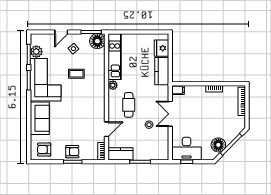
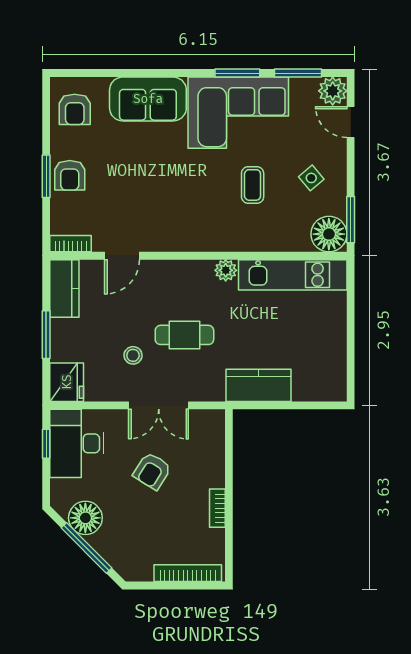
door: (61, 32) -> (351, 122), moved
fridge: (162, 48) -> (67, 382), moved, turned 90
plant: (36, 52) -> (333, 91), moved
filing cabinet: (178, 90) -> (214, 423), removed
cafe table: (129, 105) -> (184, 335), moved
double door: (170, 114) -> (159, 405), swing flipped
armchair: (198, 117) -> (152, 471), added
door: (107, 129) -> (122, 256), hinge flipped
armchair: (44, 149) -> (75, 109), turned 180

